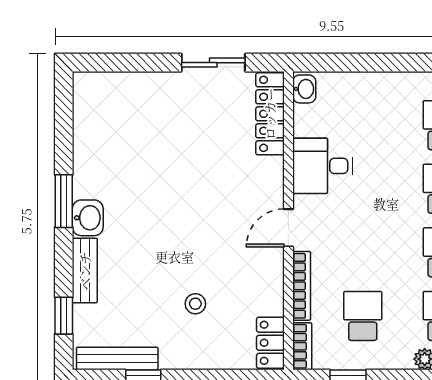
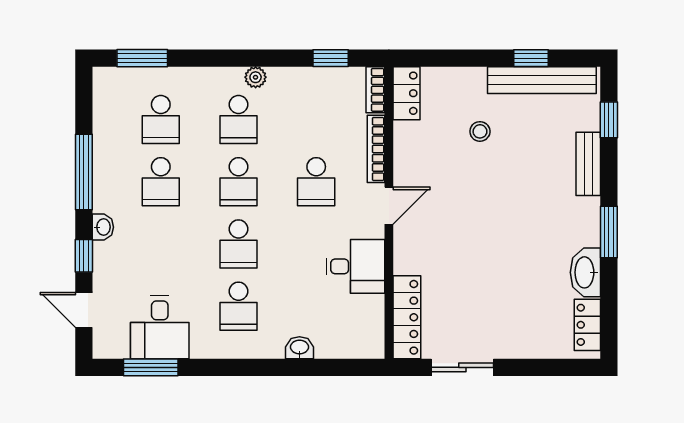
washbasin: (304, 89) -> (299, 348), moved, turned 90
locker: (86, 106) -> (587, 325), added
washbasin: (88, 218) -> (585, 272), moved, width x1.38
school desk: (363, 316) -> (316, 182), moved
bench: (117, 359) -> (542, 80), width x1.37, depth x1.21

